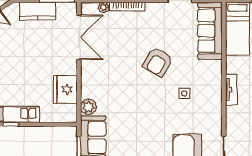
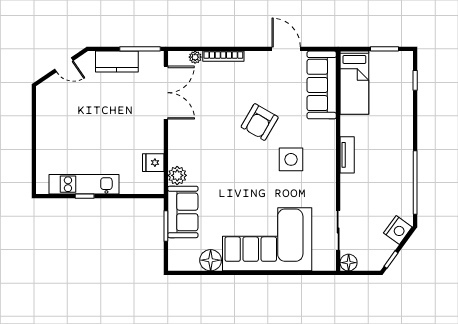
fridge: (65, 89) -> (153, 163), width x0.53, depth x0.75
side table: (184, 93) -> (291, 159), width x1.87, depth x1.87

